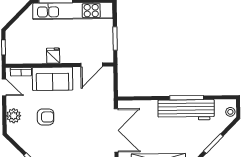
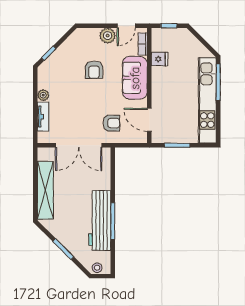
fridge: (53, 56) -> (160, 59), moved
armchair: (95, 100) -> (111, 123), added
plant: (14, 116) -> (108, 36), moved

